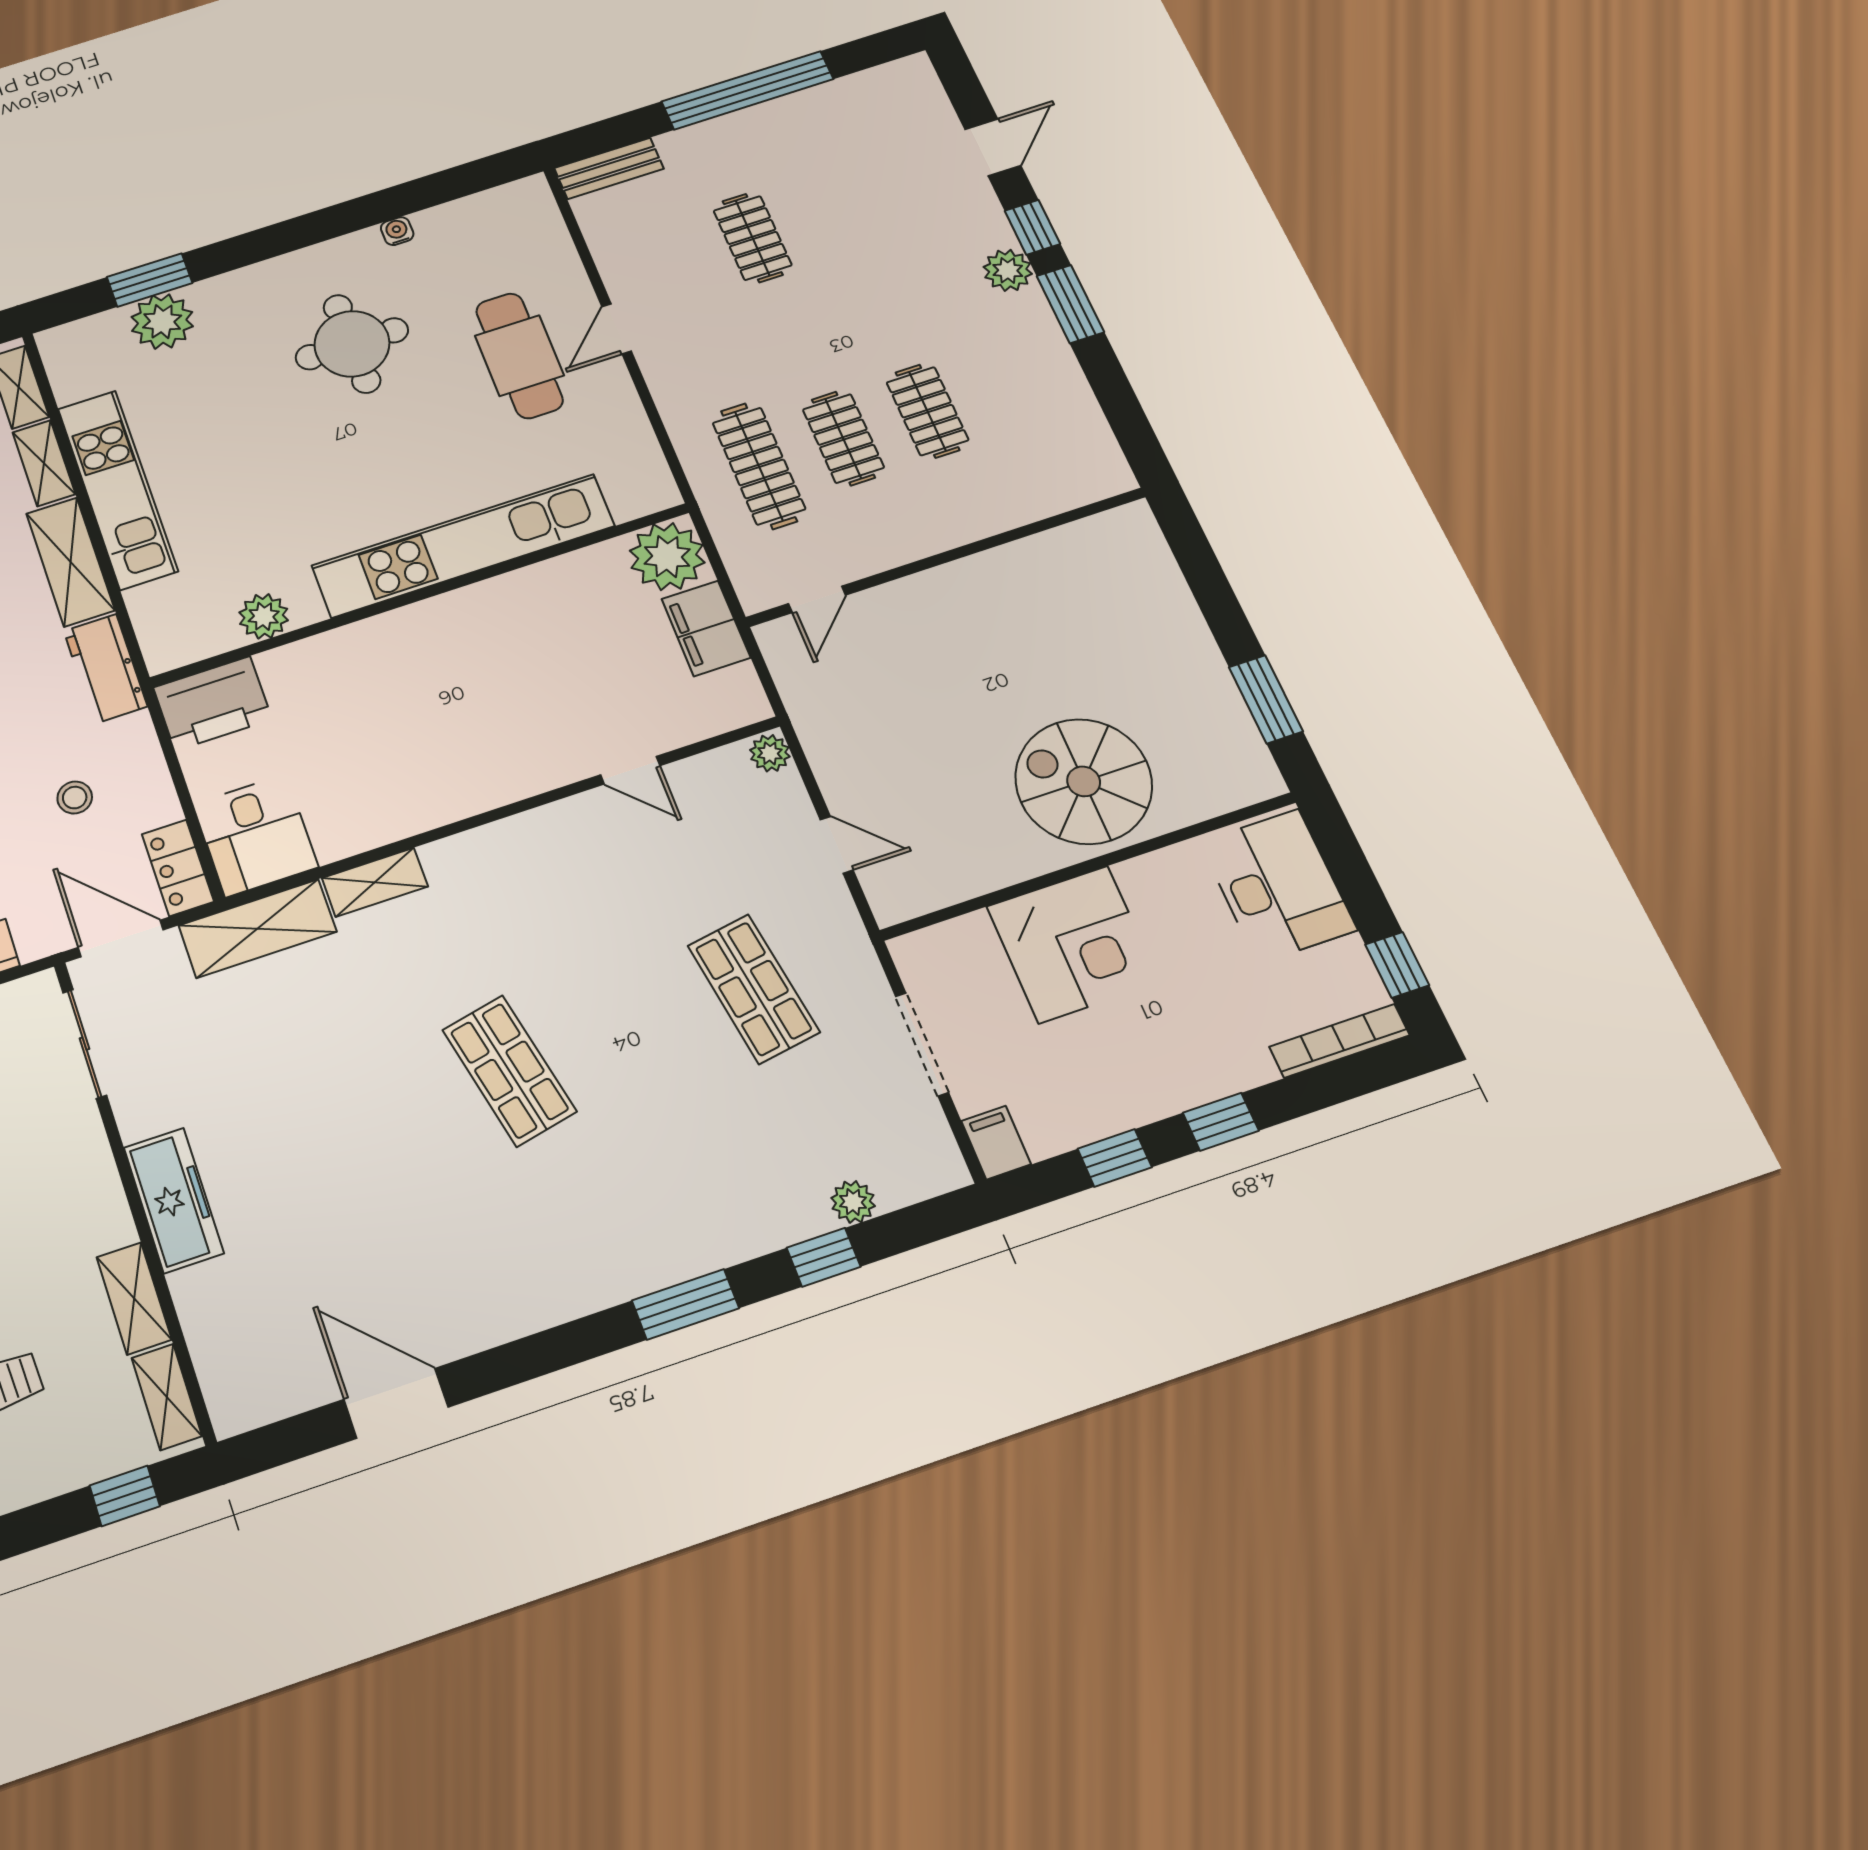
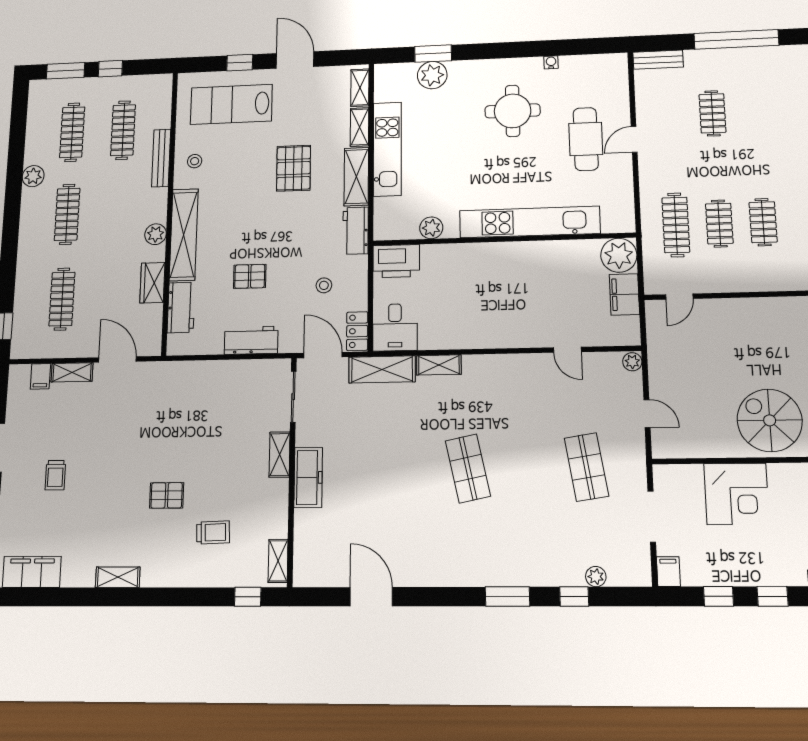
shelving: (134, 1298) -> (280, 455), moved

